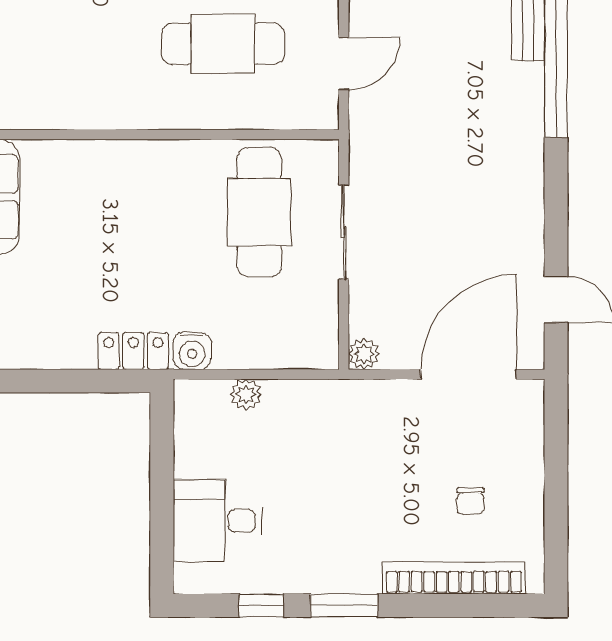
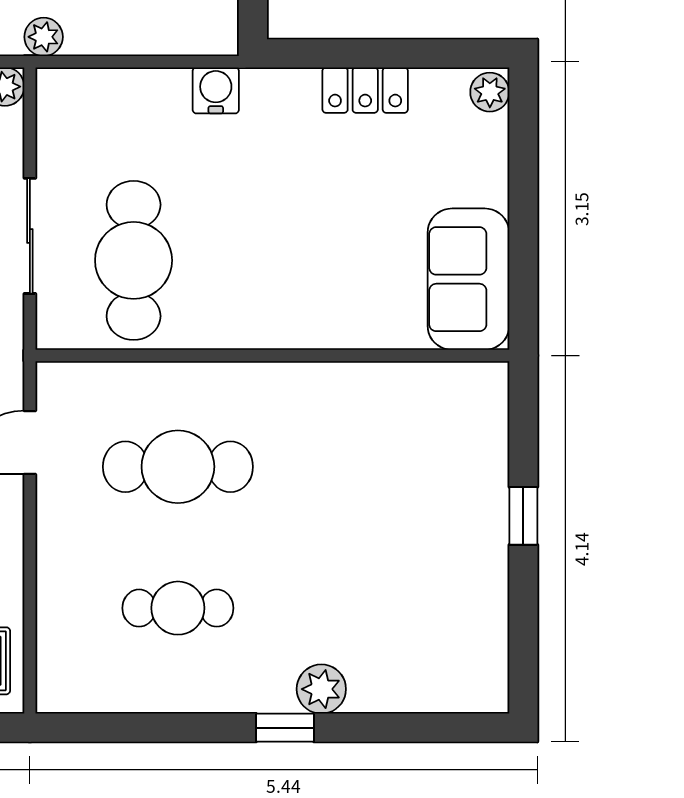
locker: (133, 351) -> (365, 90), moved
plant: (246, 394) -> (44, 37), moved

